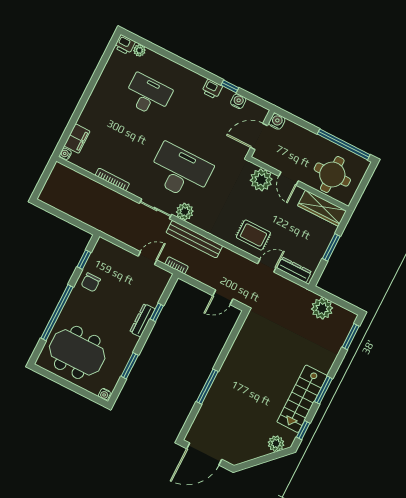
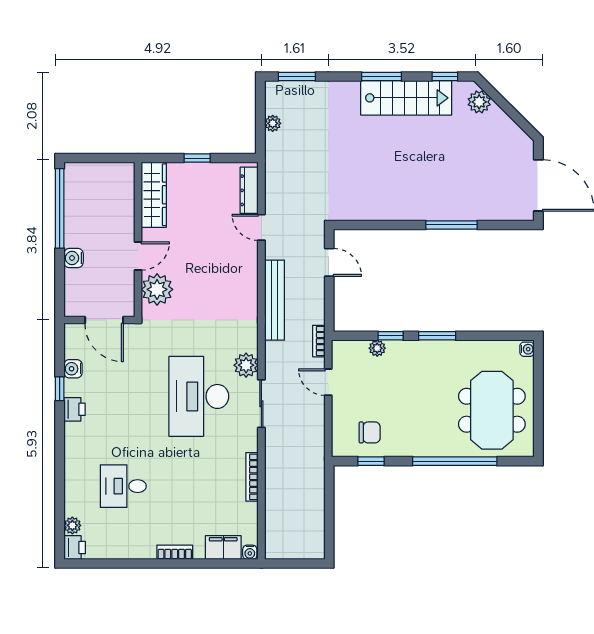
desk: (148, 95) -> (123, 486), width x0.73
bookcase: (90, 106) -> (175, 552), added
water cooler: (277, 121) -> (74, 258), moved
round table: (332, 174) -> (105, 203), removed
rug: (253, 235) -> (231, 264), removed
bench: (194, 239) -> (274, 300), moved
window: (331, 247) -> (197, 158), width x0.67
chair: (91, 282) -> (370, 432), moved
plant: (153, 300) -> (377, 348), added
plant: (322, 309) -> (273, 123), width x0.53, depth x0.53
dresser: (142, 320) -> (410, 349), removed
window: (130, 366) -> (437, 336), moved

